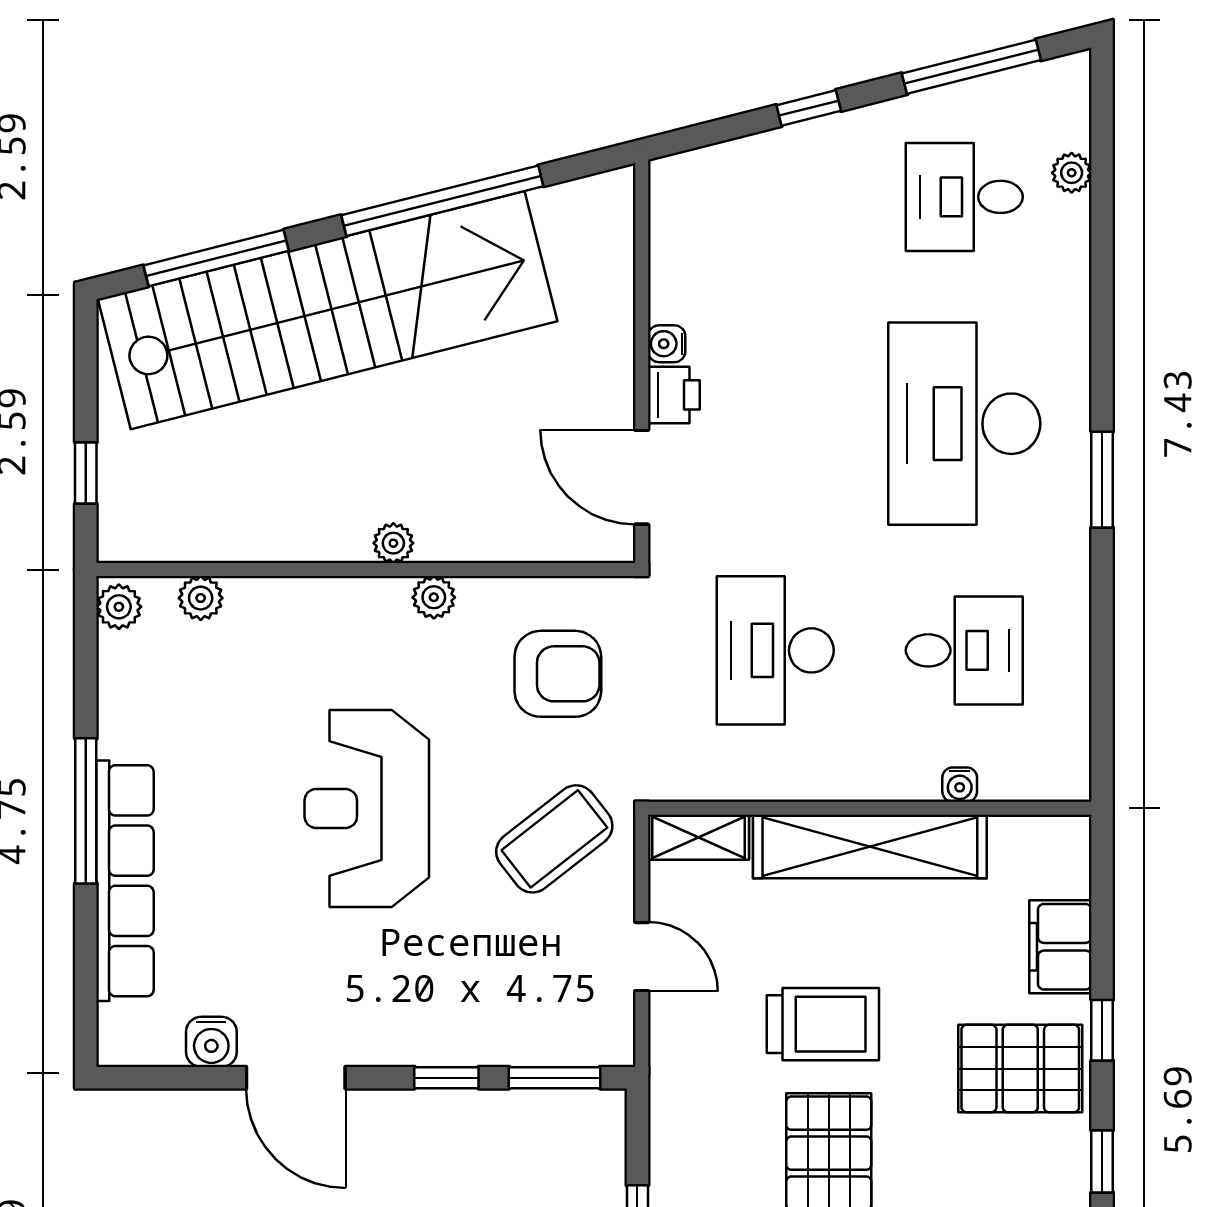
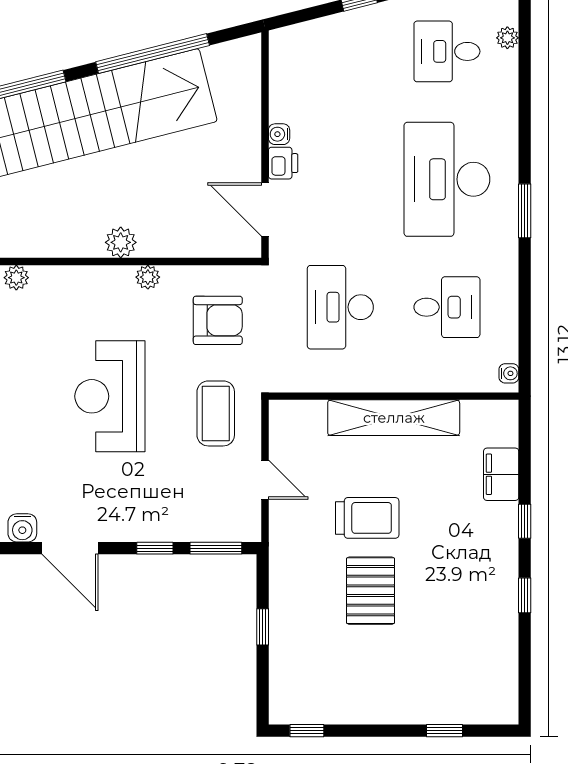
plant: (393, 543) -> (121, 242), width x1.38, depth x1.38
water cooler: (960, 785) -> (509, 373), moved, turned -90
shelving: (698, 837) -> (297, 413), removed
coffee table: (554, 839) -> (216, 413), turned -52
pallet: (1020, 1069) -> (478, 543), removed

